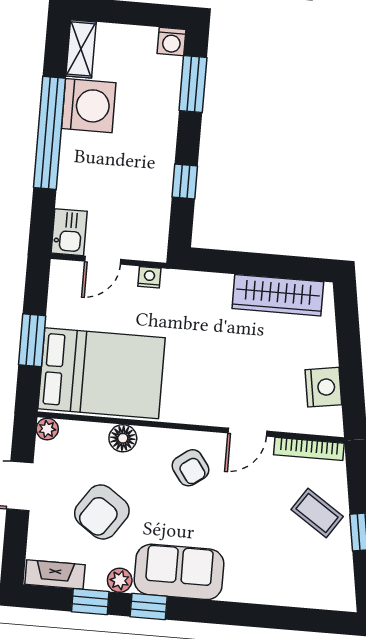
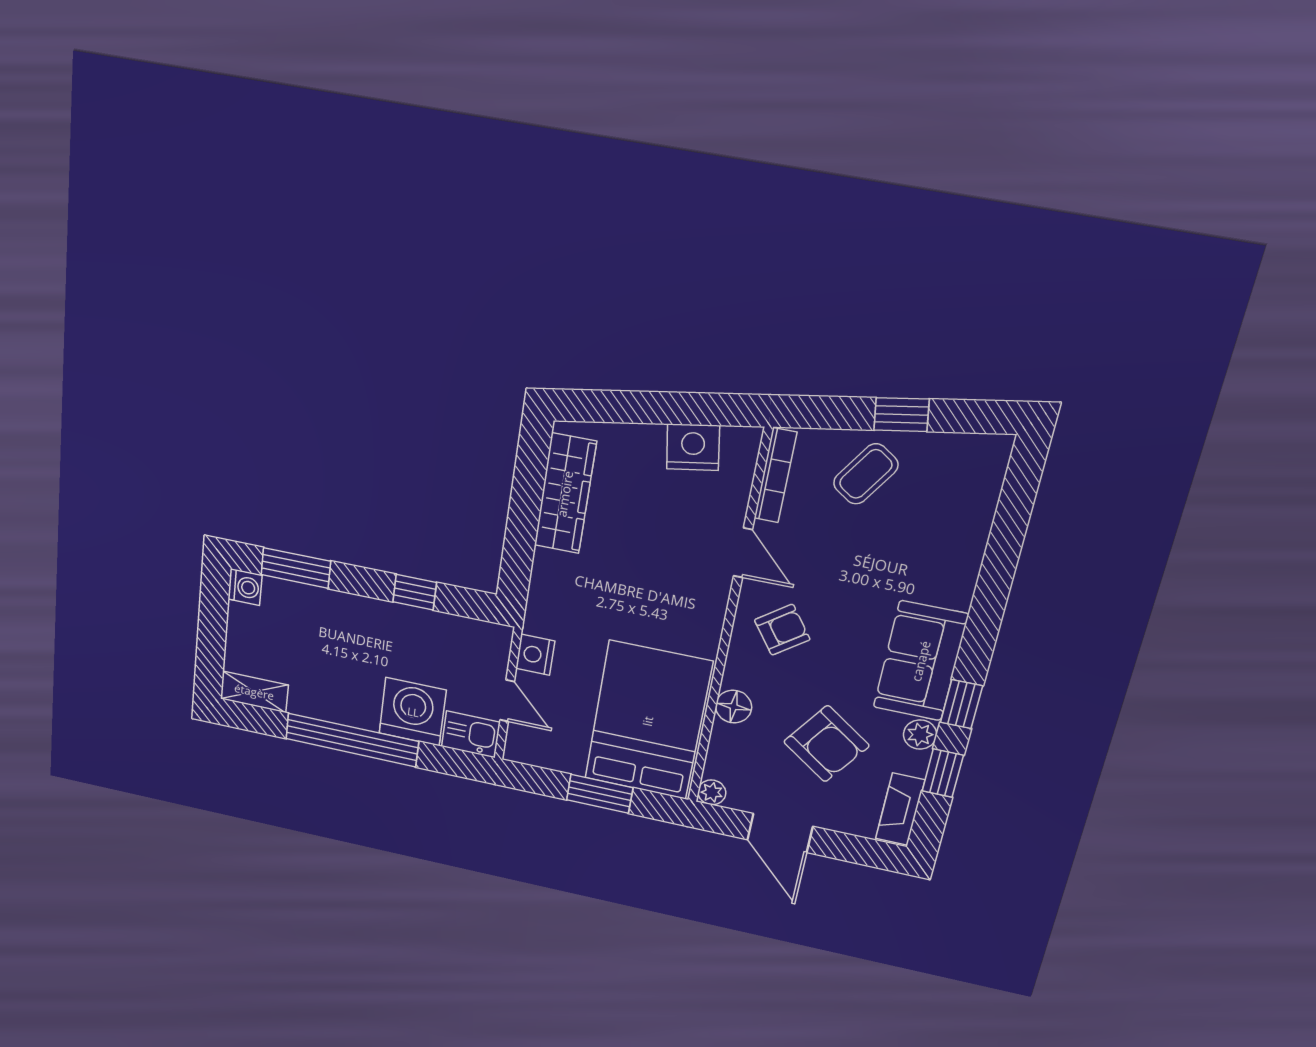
washing machine: (89, 106) -> (413, 712), moved
nightstand: (149, 277) -> (535, 655), width x1.39, depth x1.35

